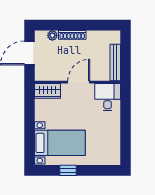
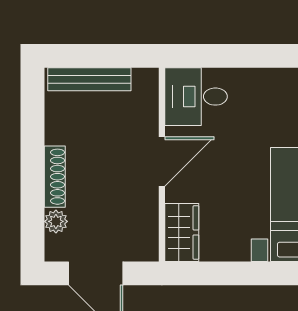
bench: (115, 63) -> (89, 79), moved
door: (79, 82) -> (162, 162), swing flipped

